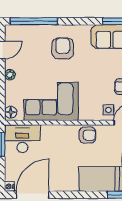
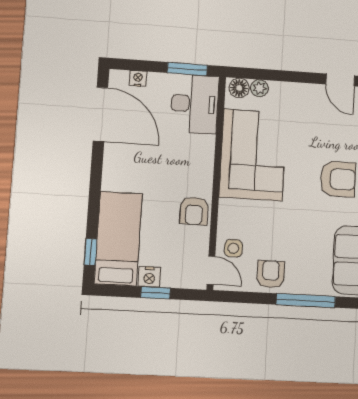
plant: (10, 75) -> (259, 88), moved
nightstand: (9, 186) -> (138, 79), moved

